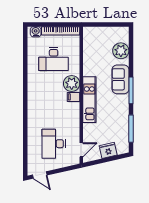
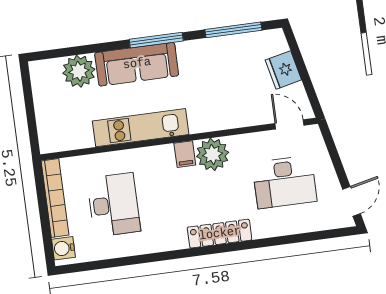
sofa: (120, 79) -> (137, 64), width x1.36
plant: (72, 84) -> (213, 154), moved
kitchen unit: (89, 100) -> (141, 128), moved
locker: (33, 109) -> (220, 234), added

